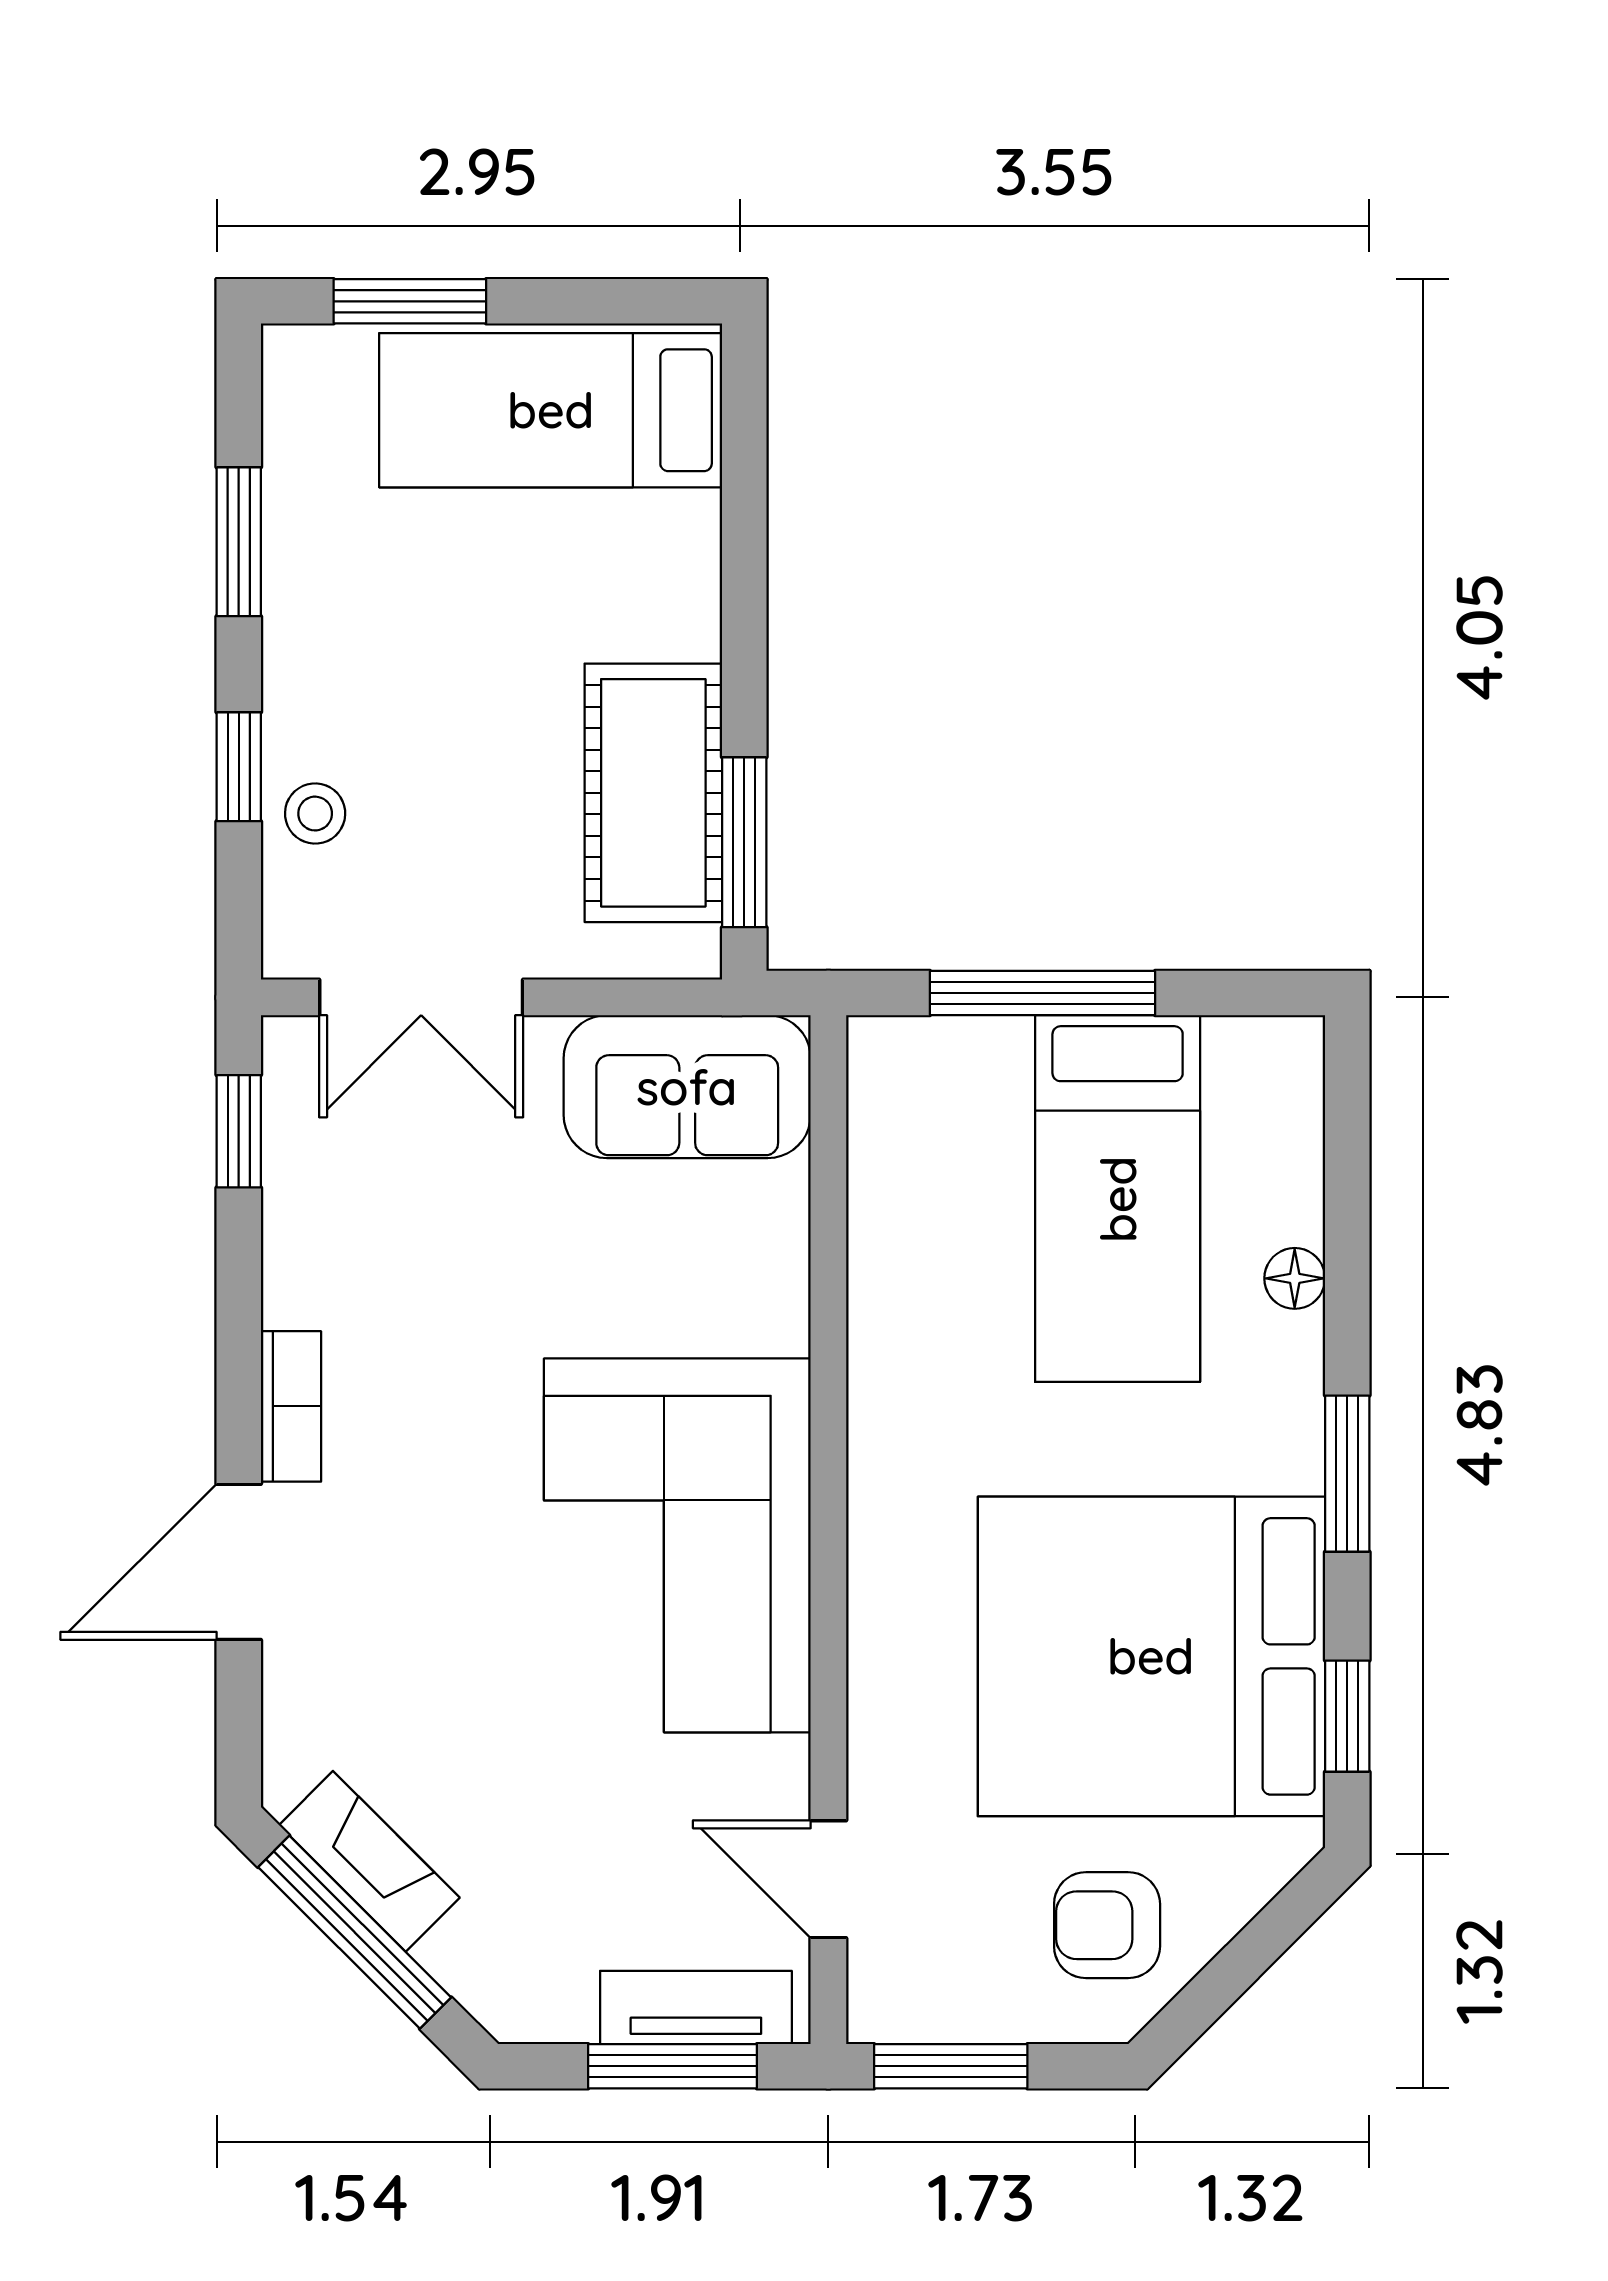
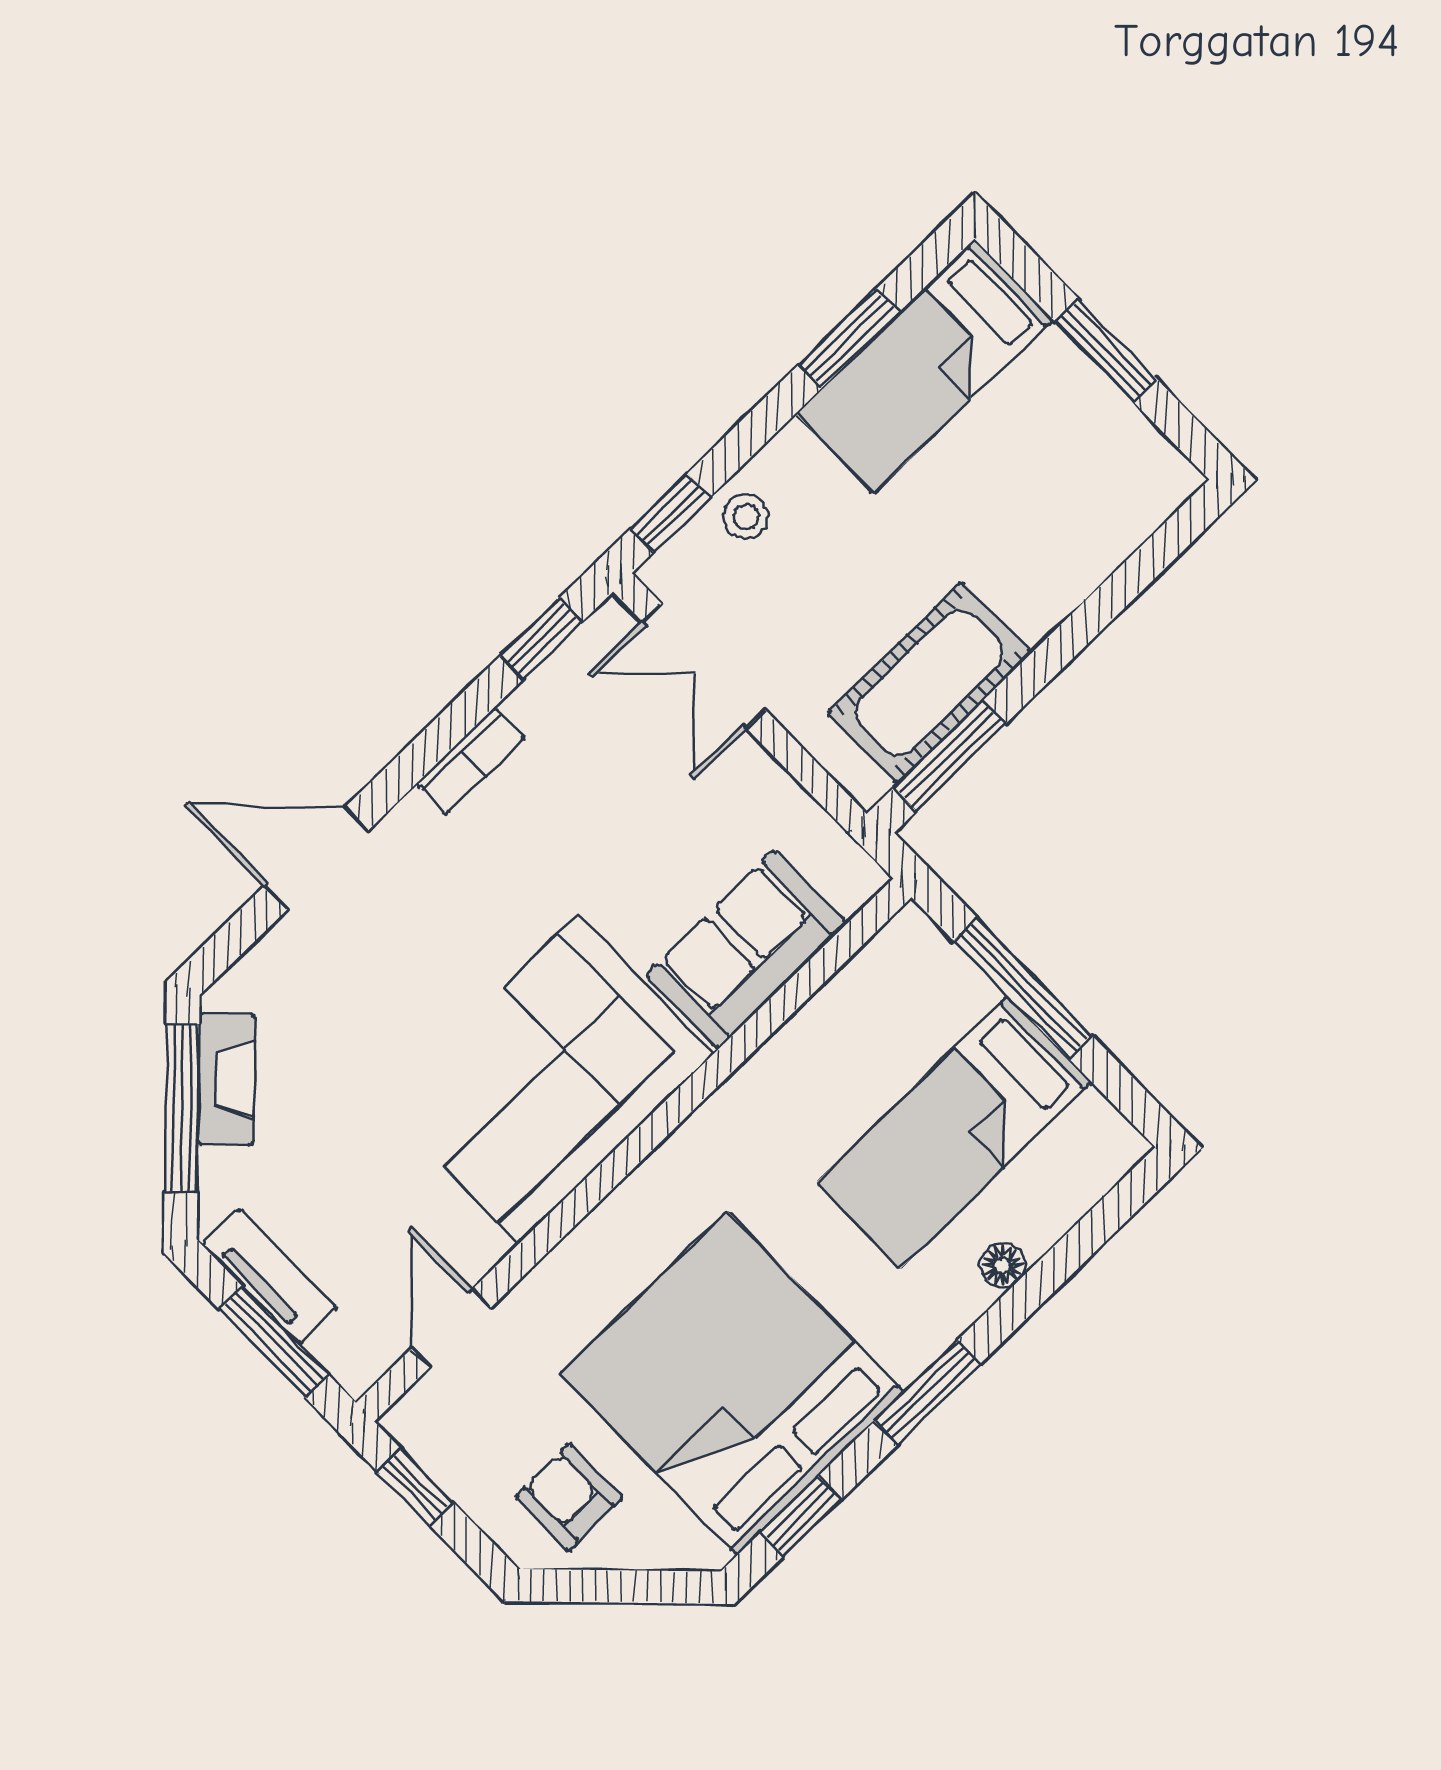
window: (410, 301) -> (1106, 350), moved
bed: (551, 410) -> (924, 366), moved, turned -90
window: (239, 767) -> (670, 513), moved
sofa: (687, 1087) -> (746, 950), moved, turned 90
bookcase: (291, 1406) -> (470, 761), moved
tv unit: (696, 2007) -> (270, 1276), moved
window: (951, 2066) -> (416, 1487), width x0.67

